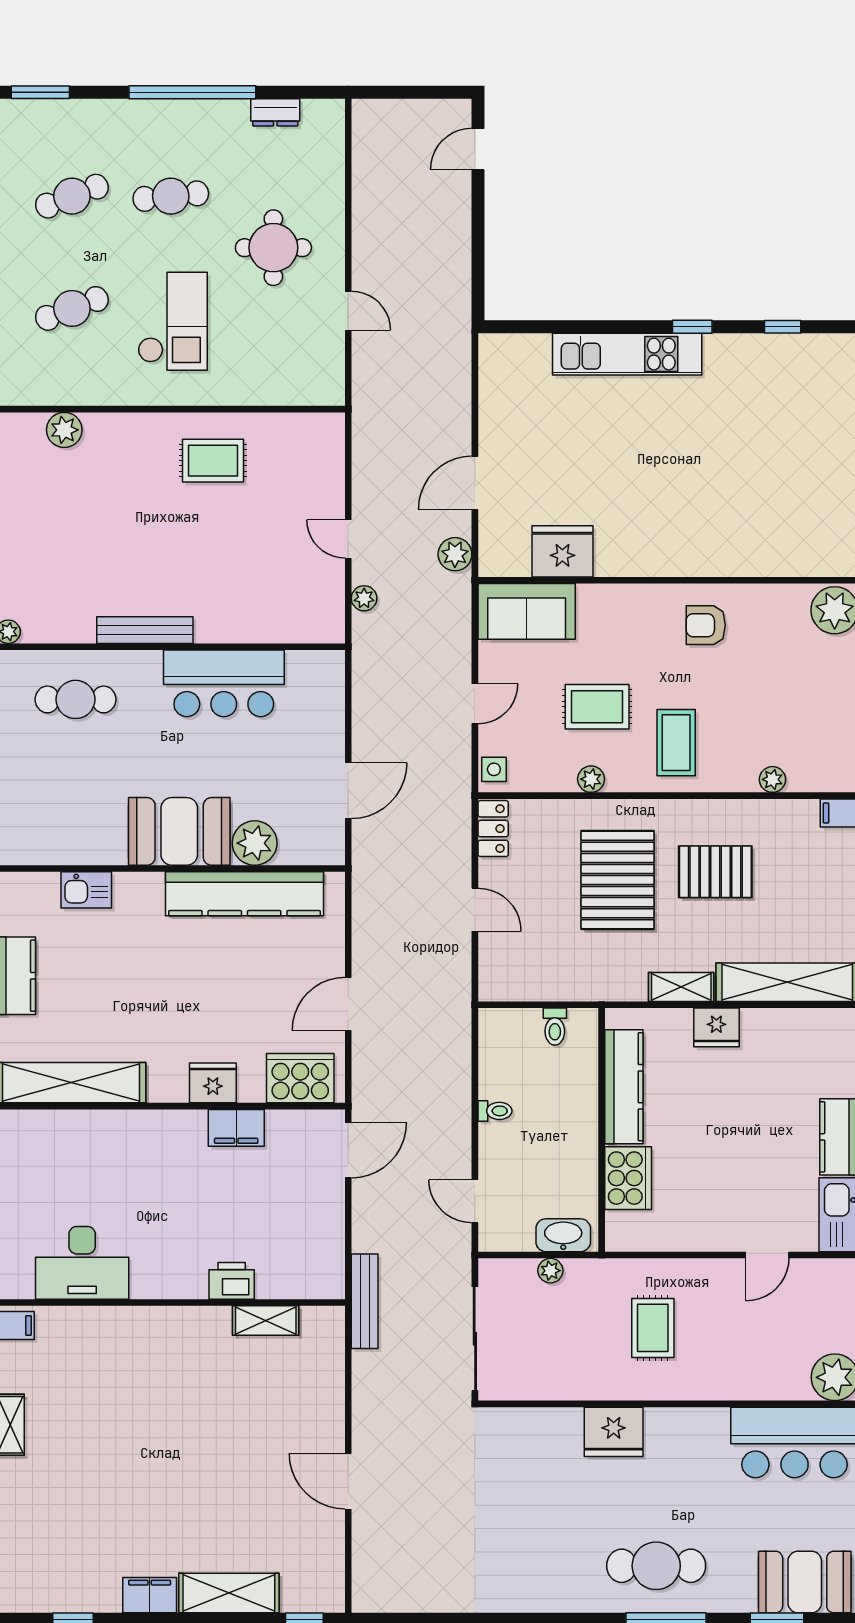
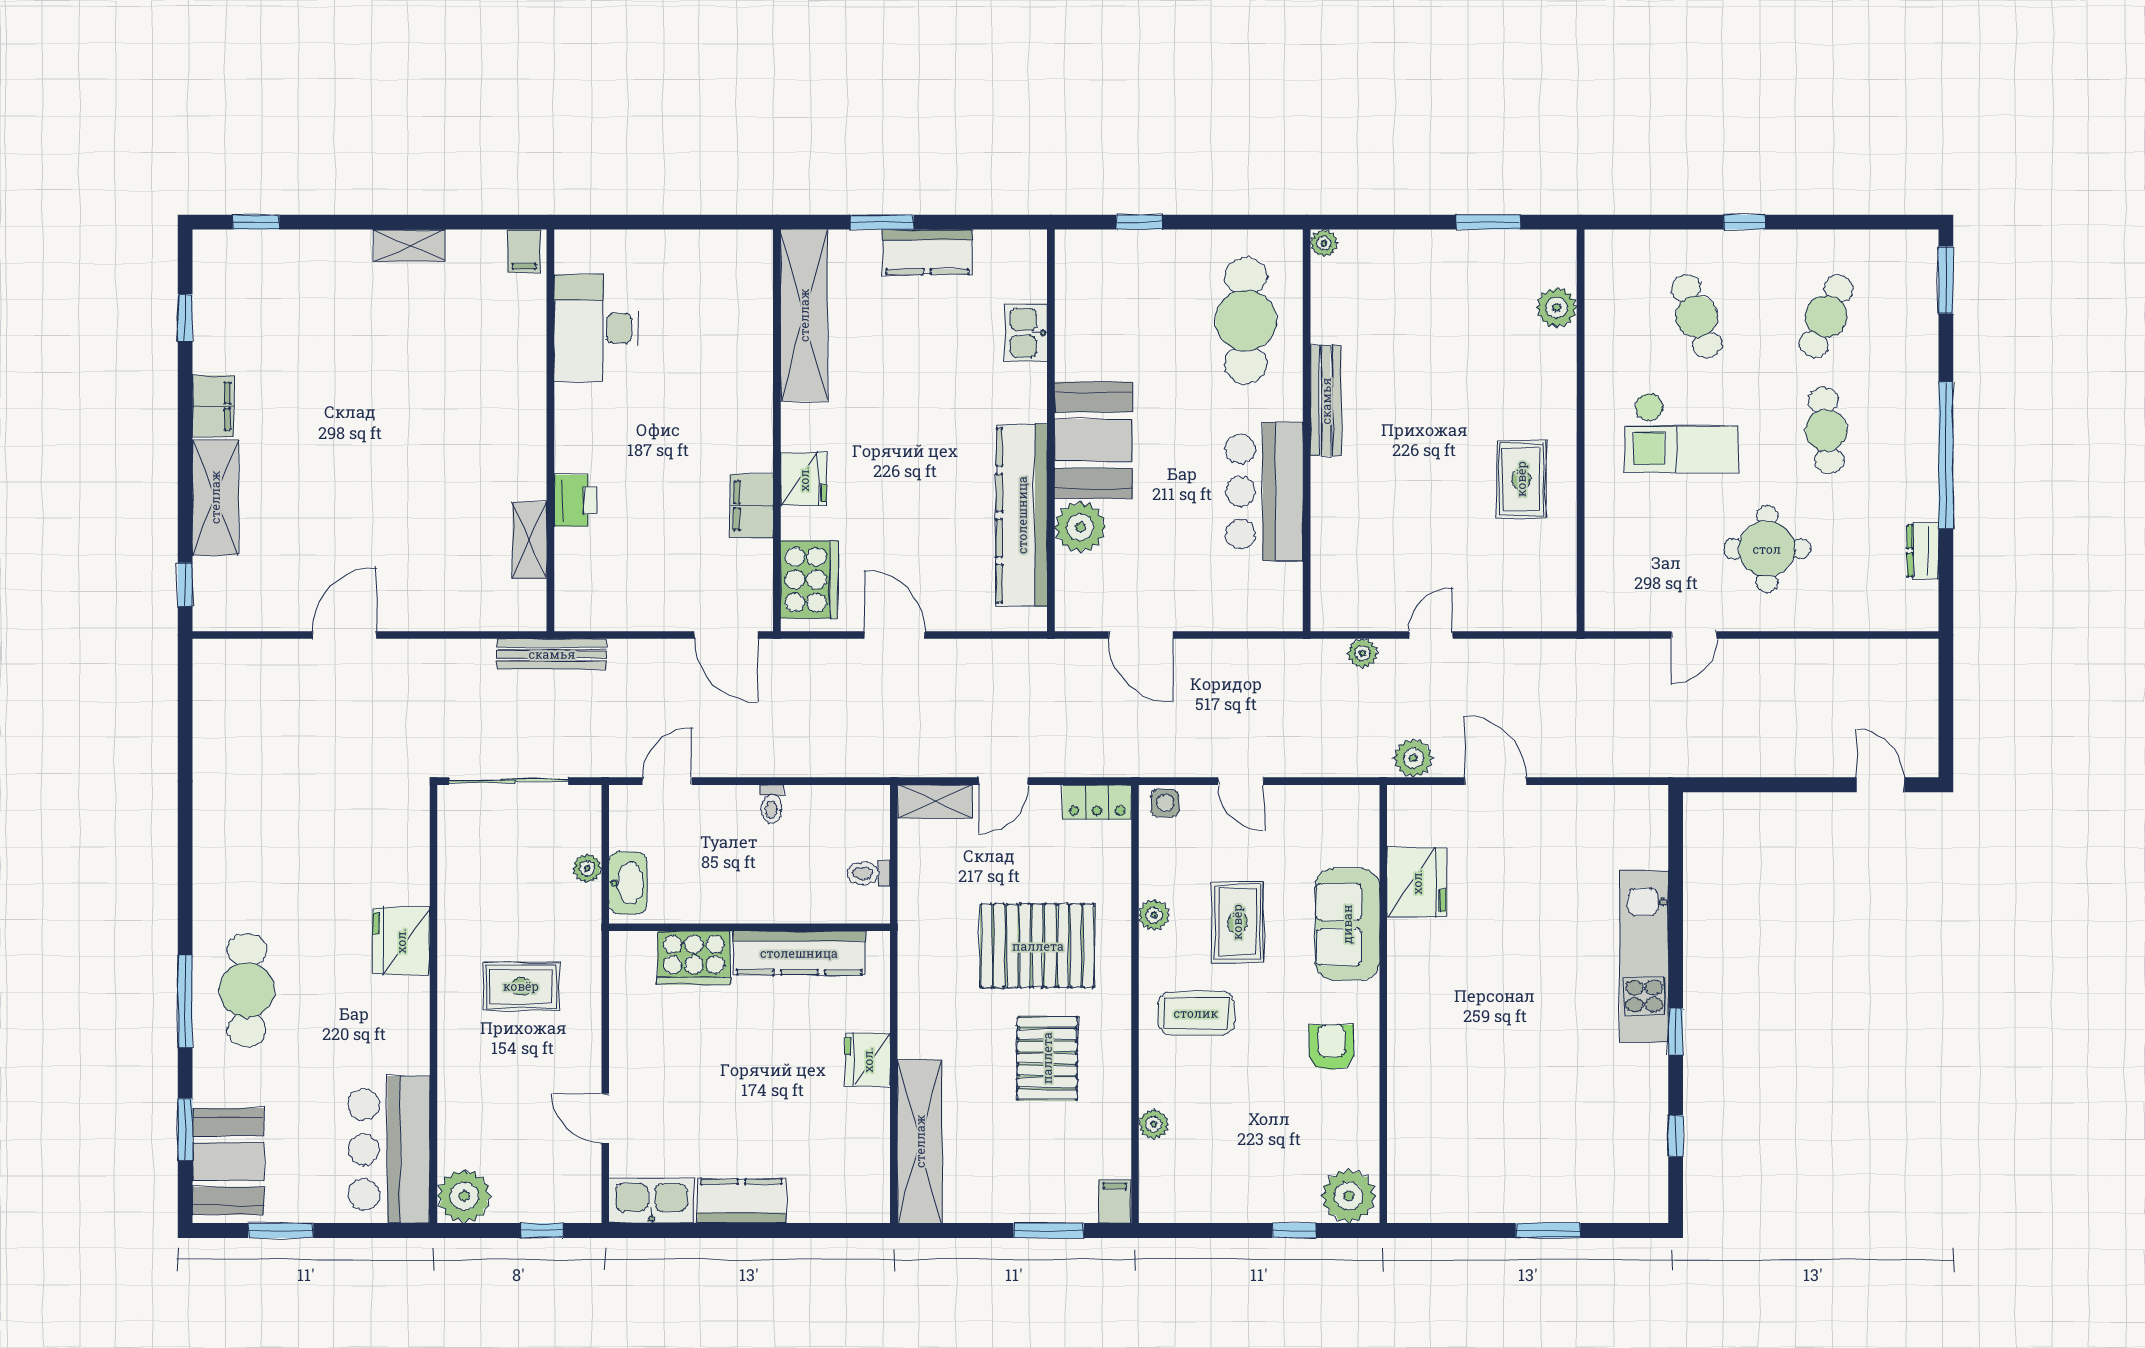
cafe table: (72, 196) -> (1826, 316), turned 45
sofa: (527, 611) -> (1347, 924), moved
cafe table: (76, 699) -> (1246, 321), width x1.37, depth x1.35
shelving: (681, 987) -> (935, 802), moved, turned 90

